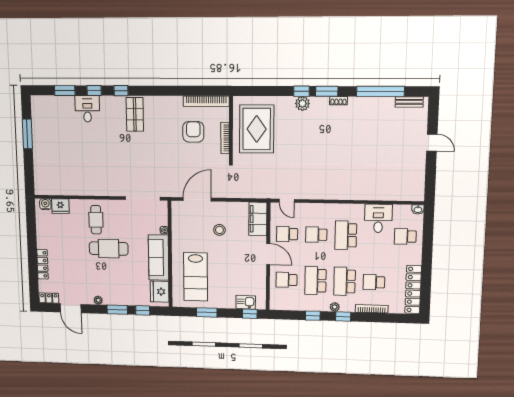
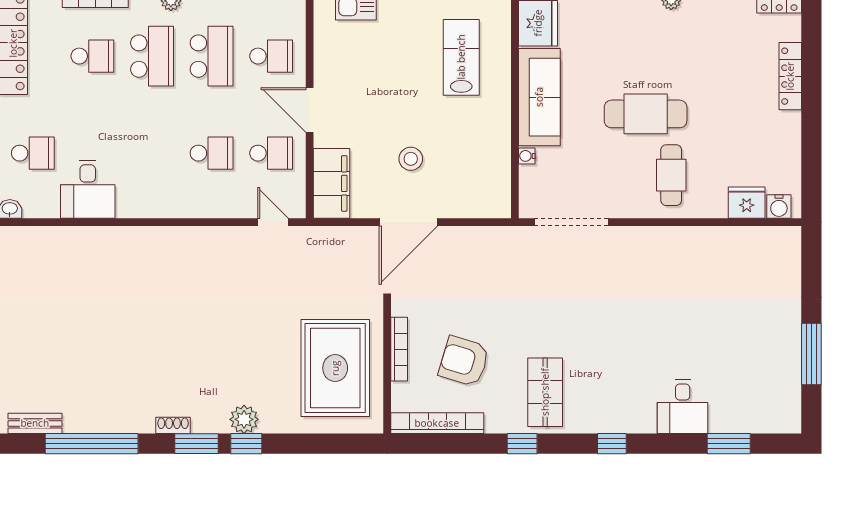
window: (94, 91) -> (522, 444), moved
shop shelf: (135, 114) -> (545, 392), moved
armchair: (193, 132) -> (464, 361), turned 107
door: (197, 199) -> (408, 222), moved
school desk: (346, 235) -> (152, 153), removed
lab bench: (196, 277) -> (461, 57), width x0.73, depth x0.72

